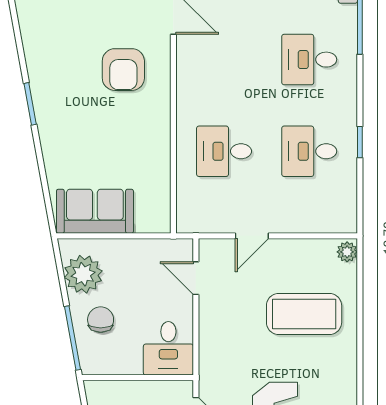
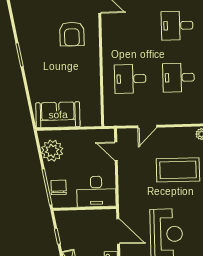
chair: (101, 320) -> (59, 187), moved
desk: (168, 348) -> (96, 192), width x1.37

